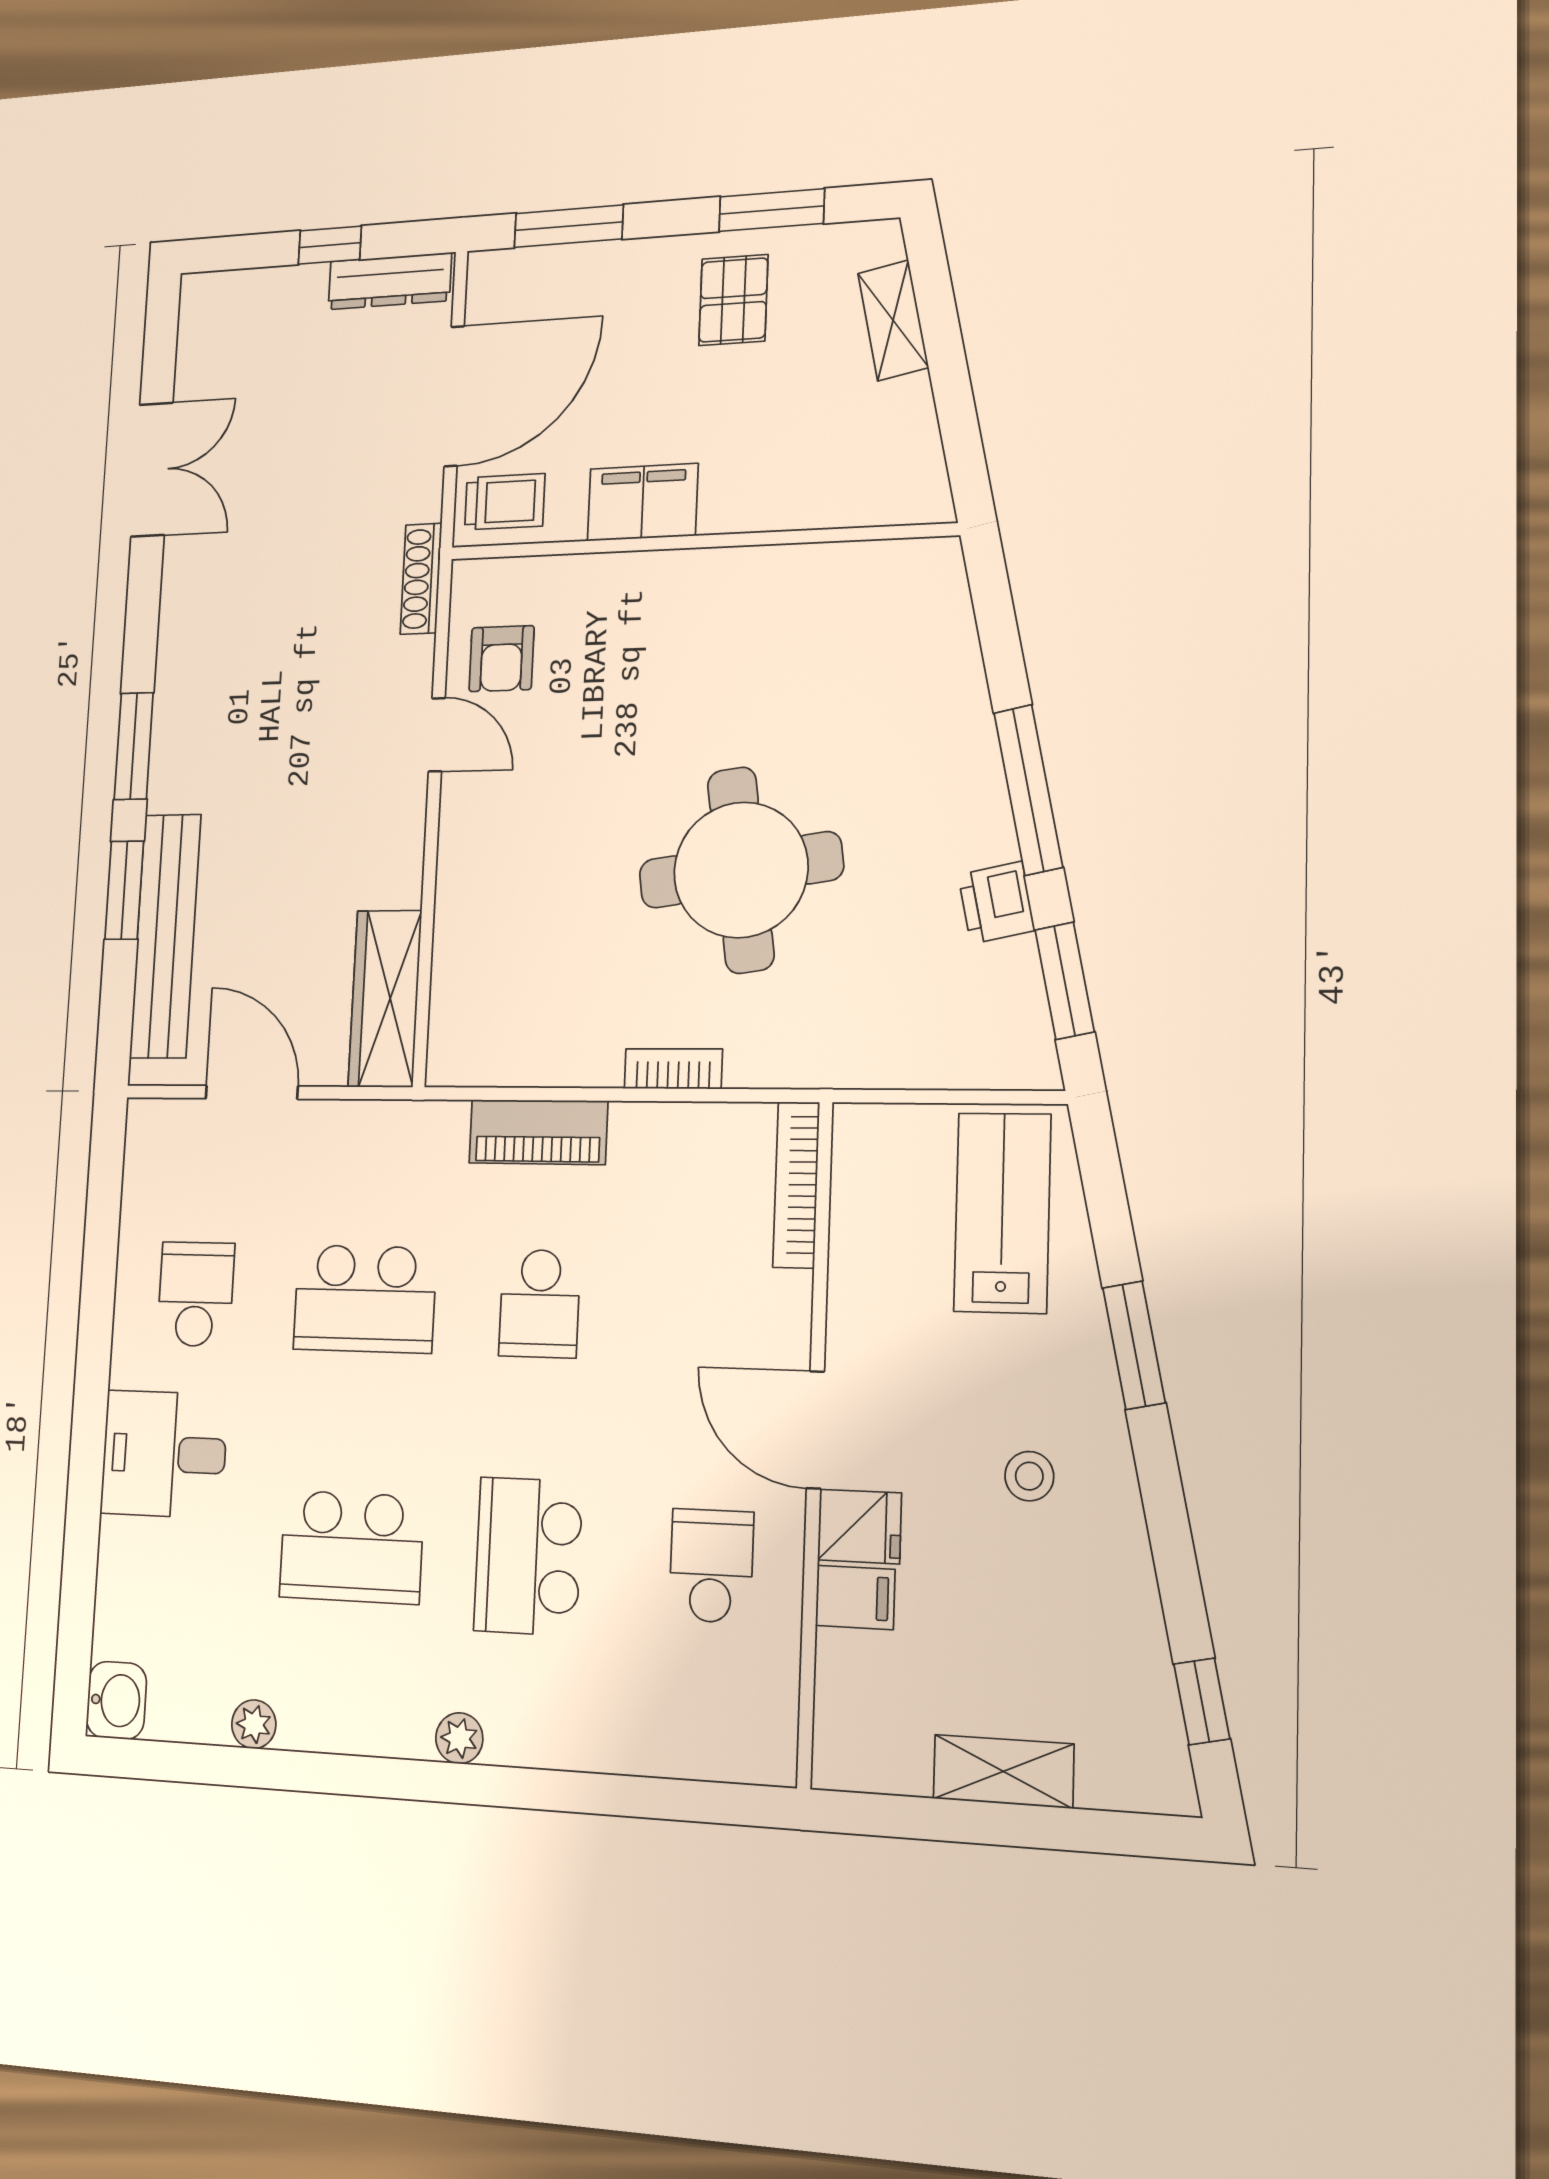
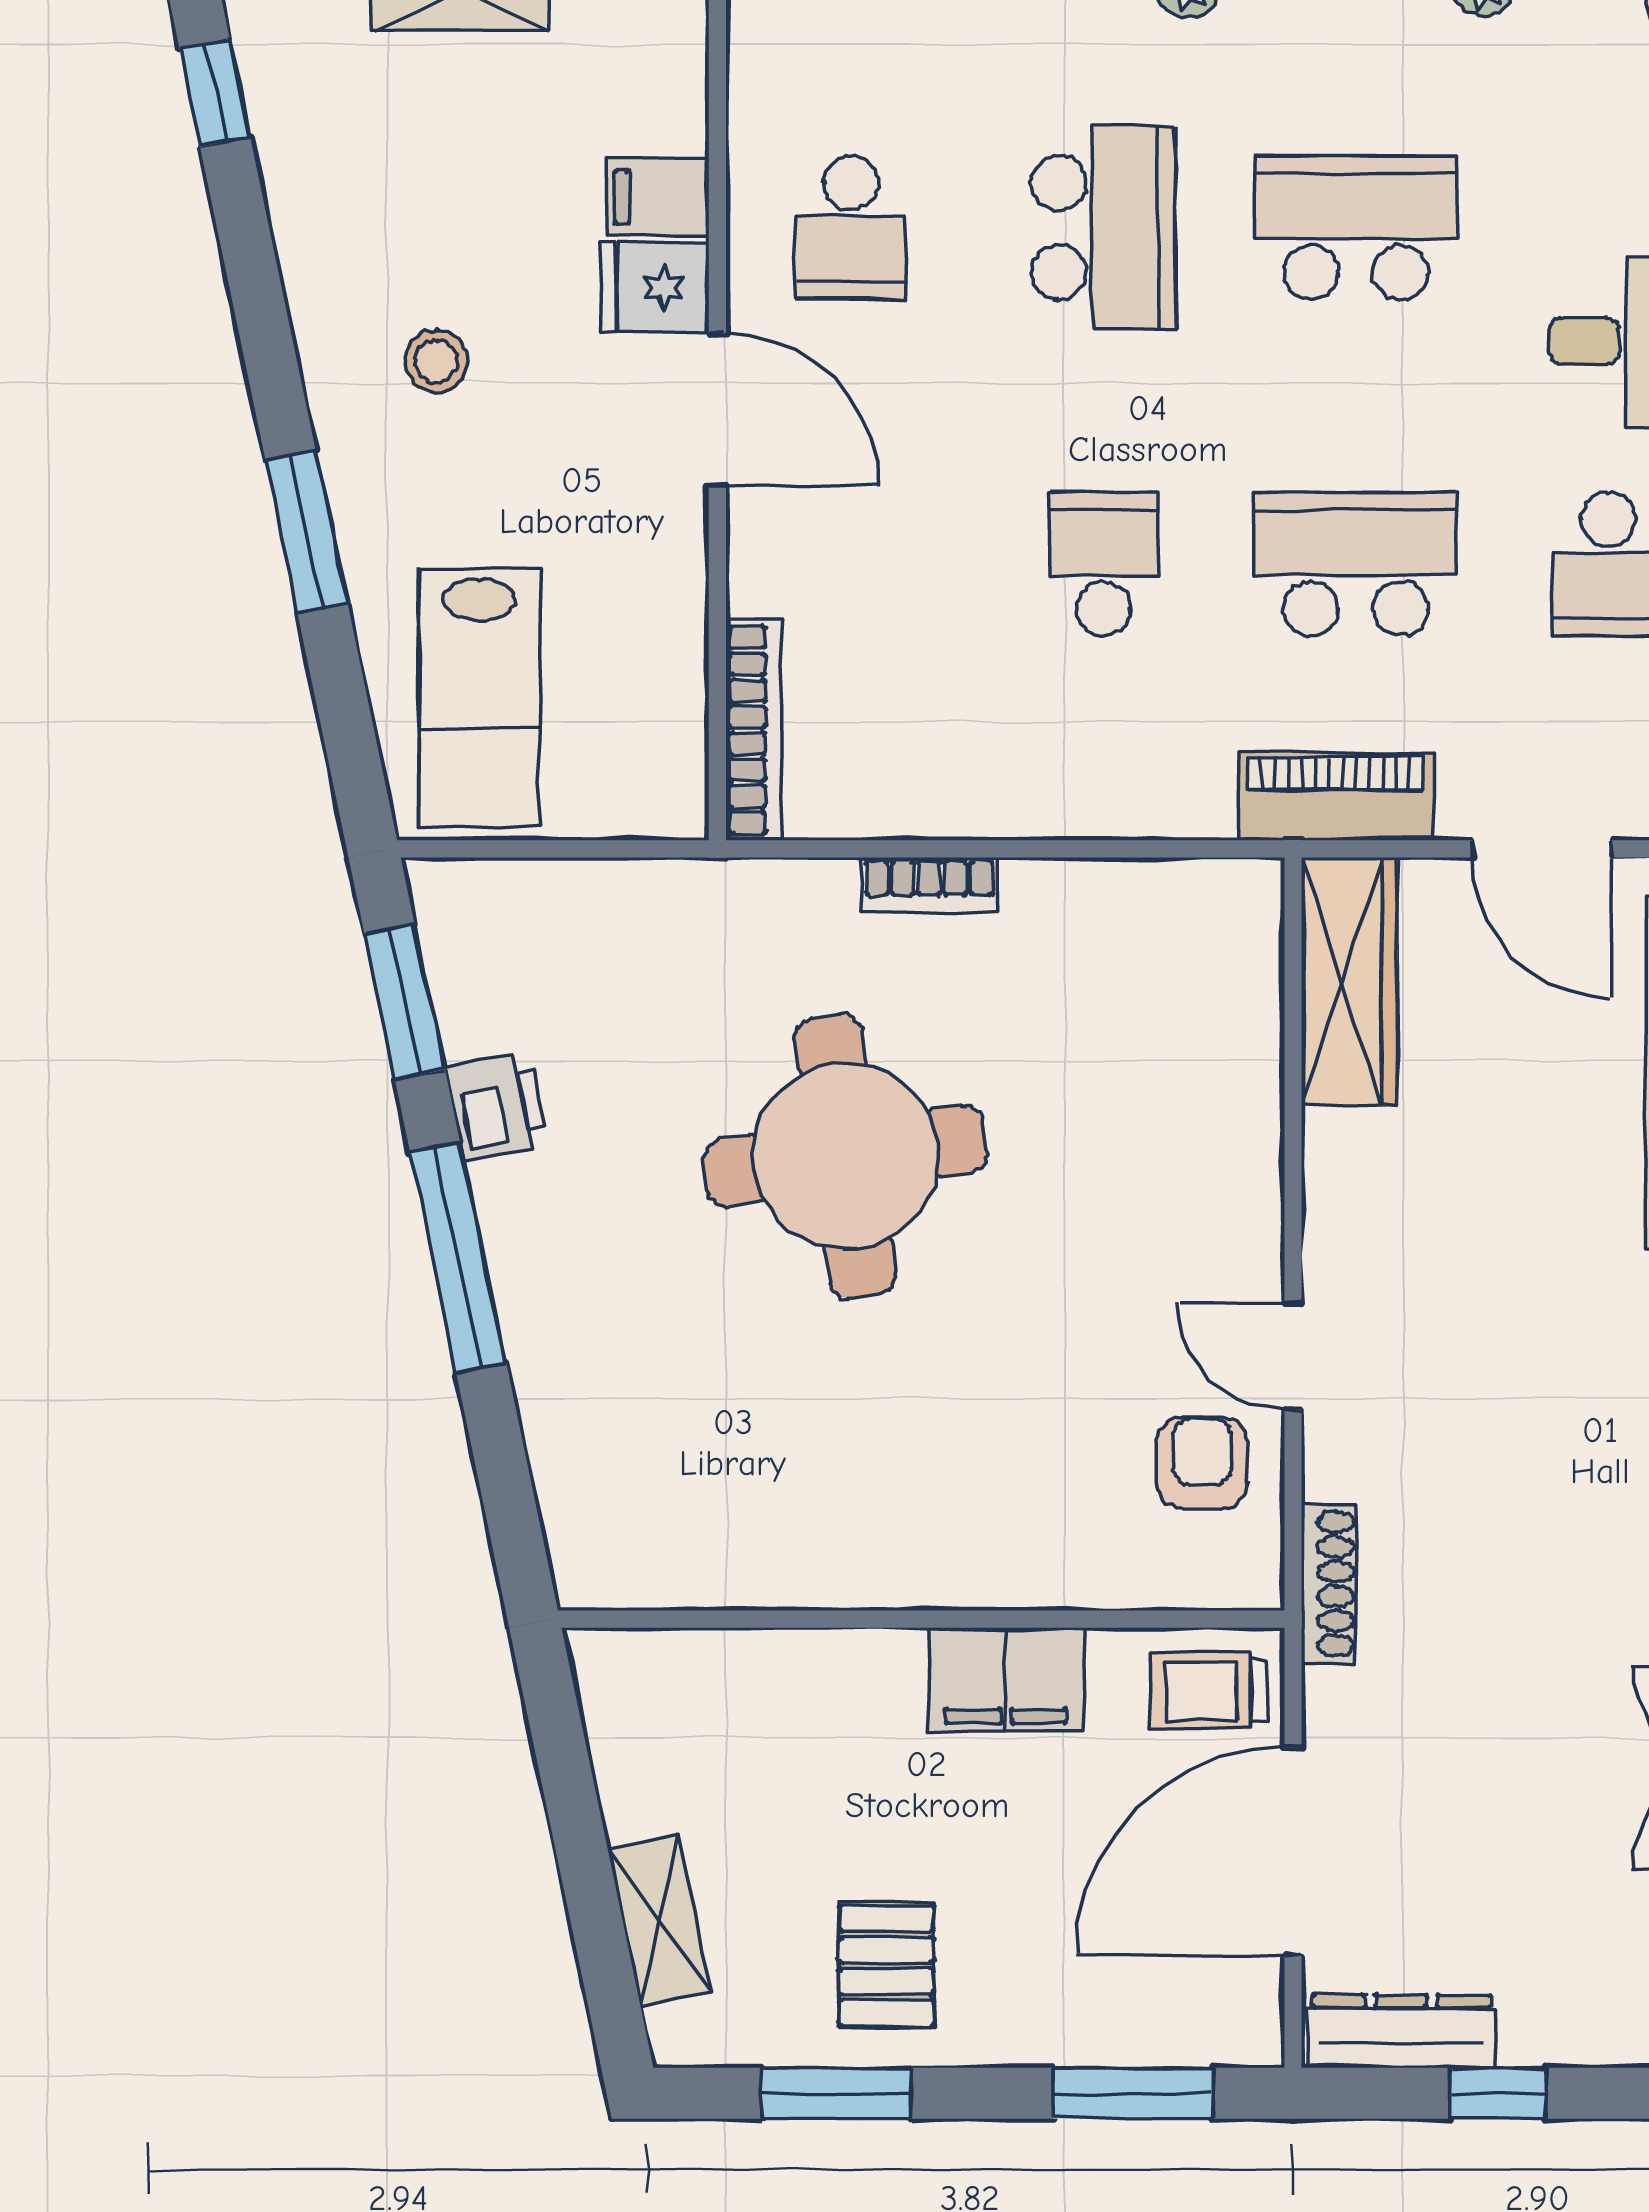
piano: (538, 1132) -> (1335, 797), moved

